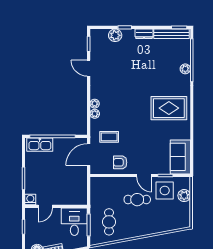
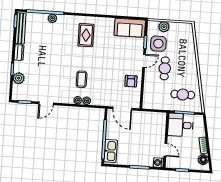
rug: (169, 108) -> (86, 35), width x0.73, depth x0.70
coffee table: (109, 137) -> (82, 79), moved

